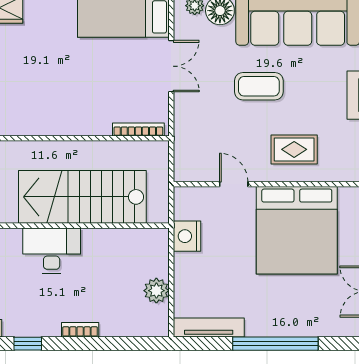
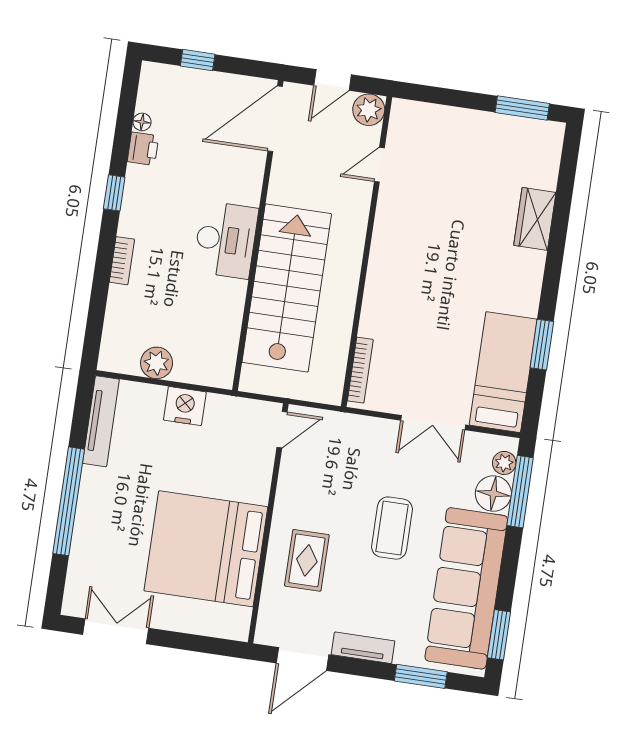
door: (234, 184) -> (282, 430), moved
nightstand: (187, 236) -> (185, 406), moved

